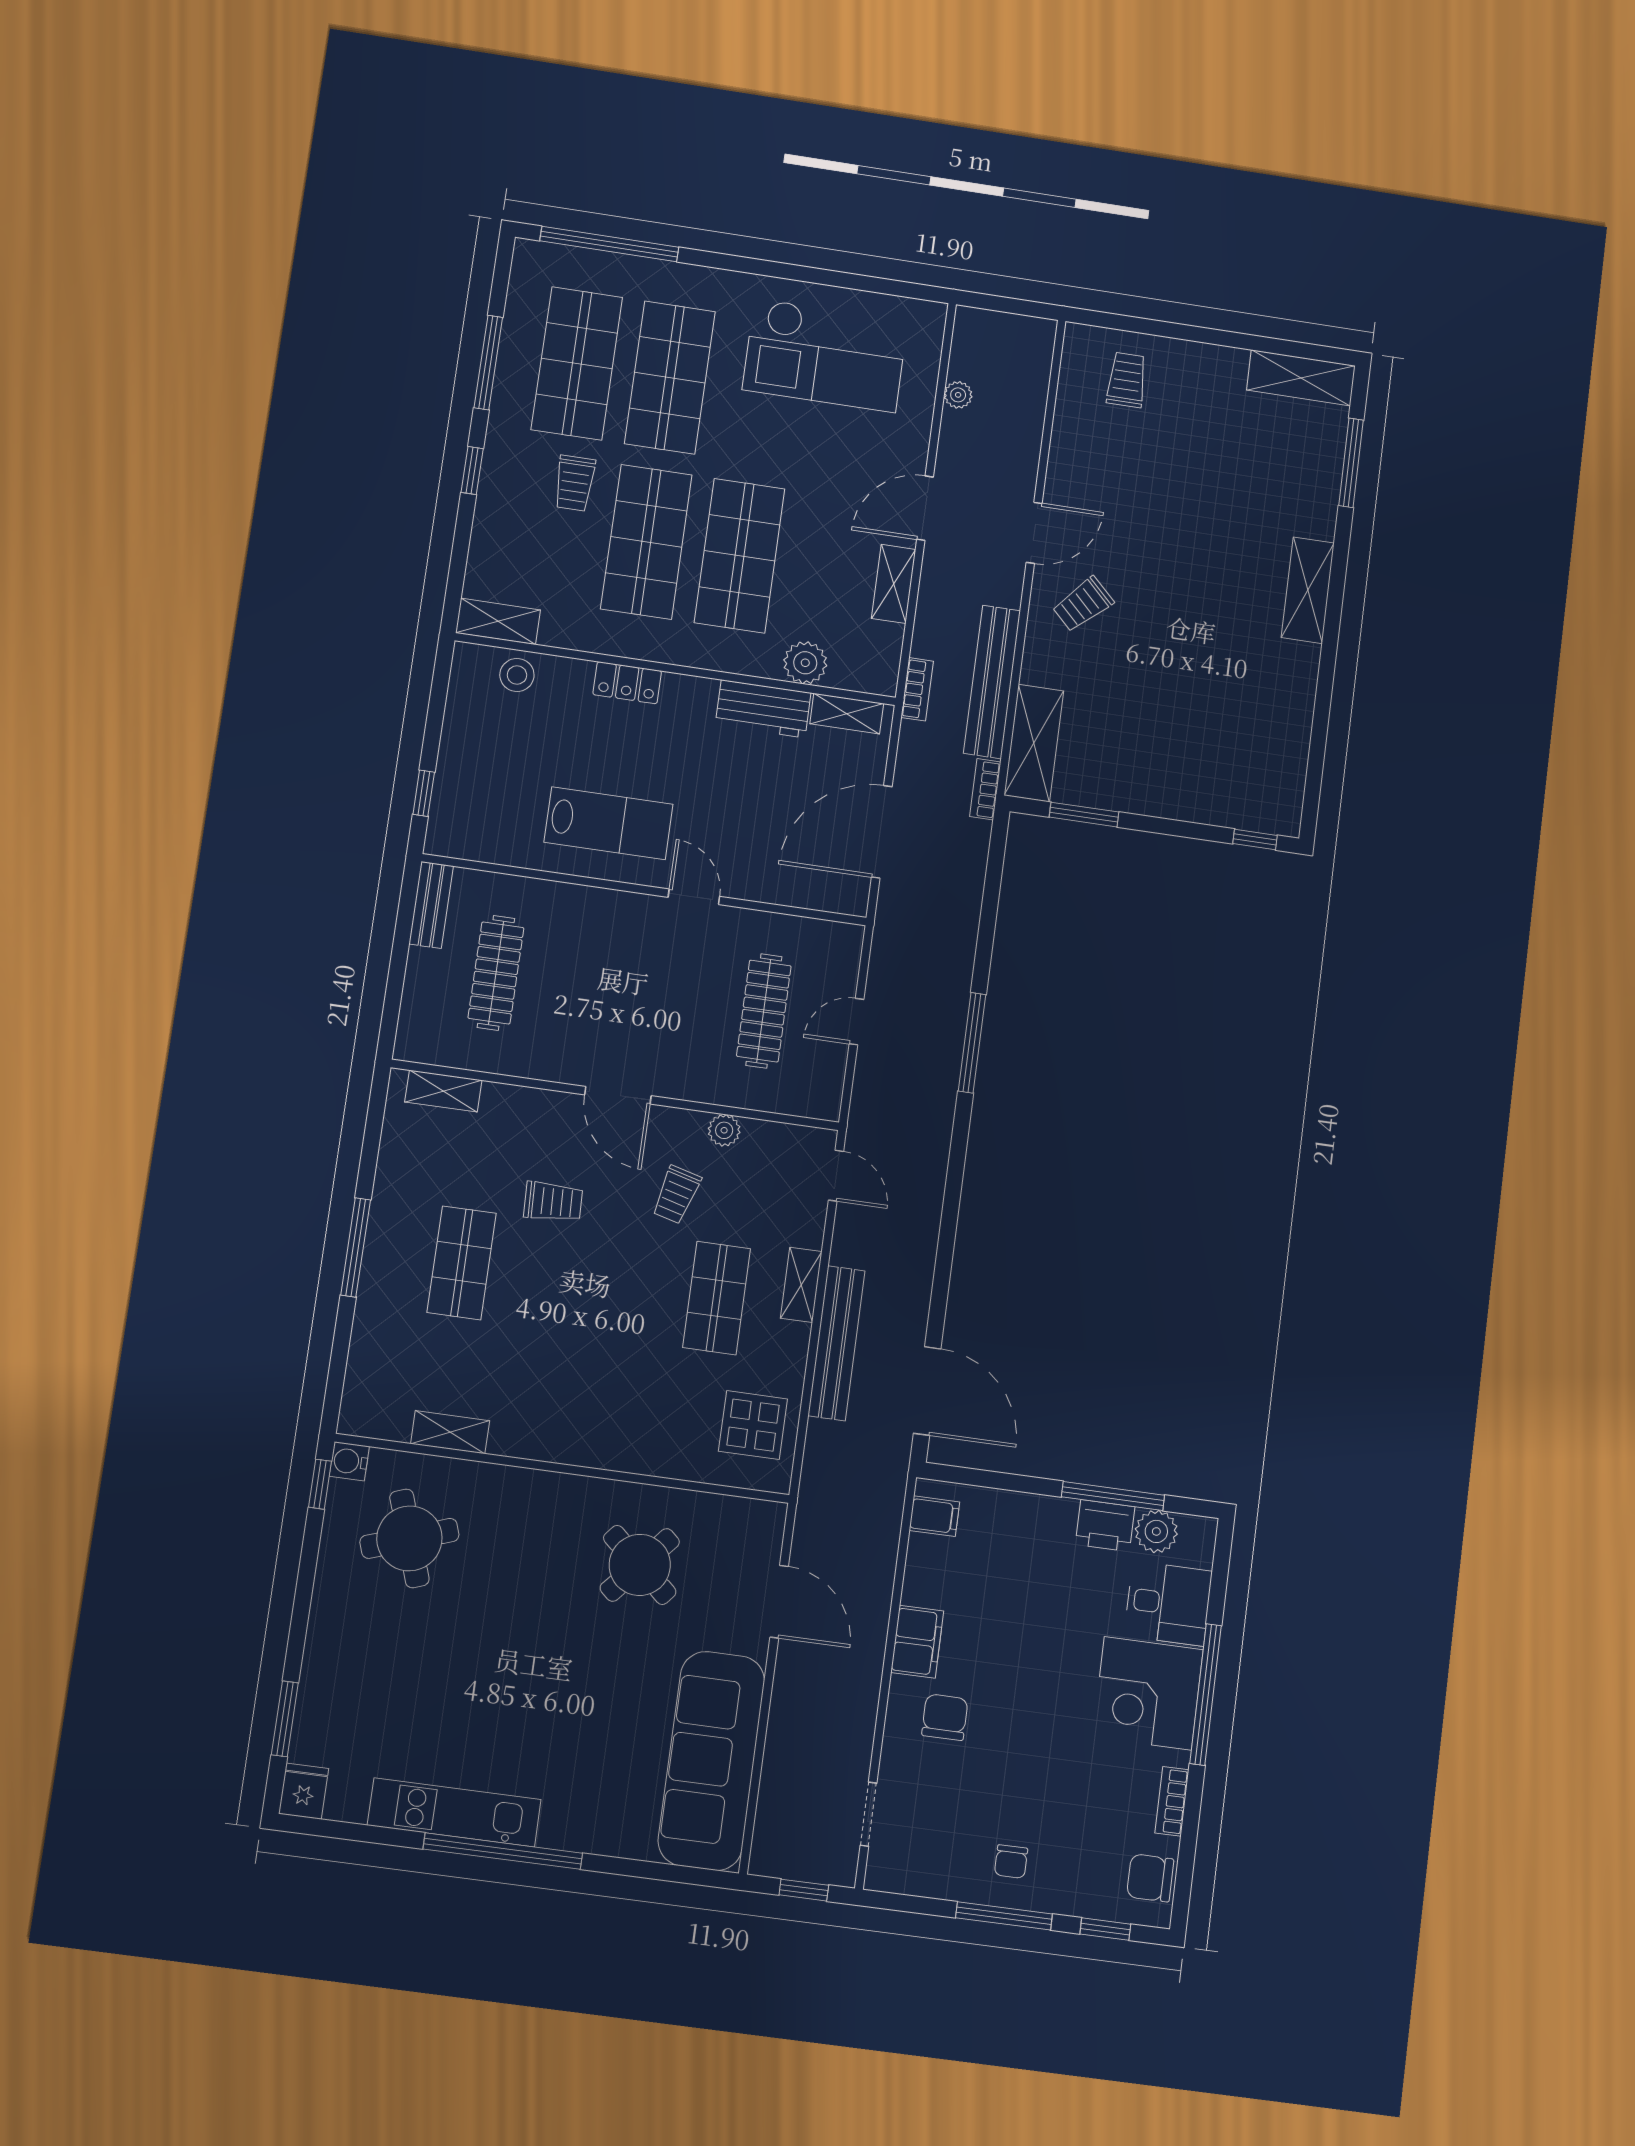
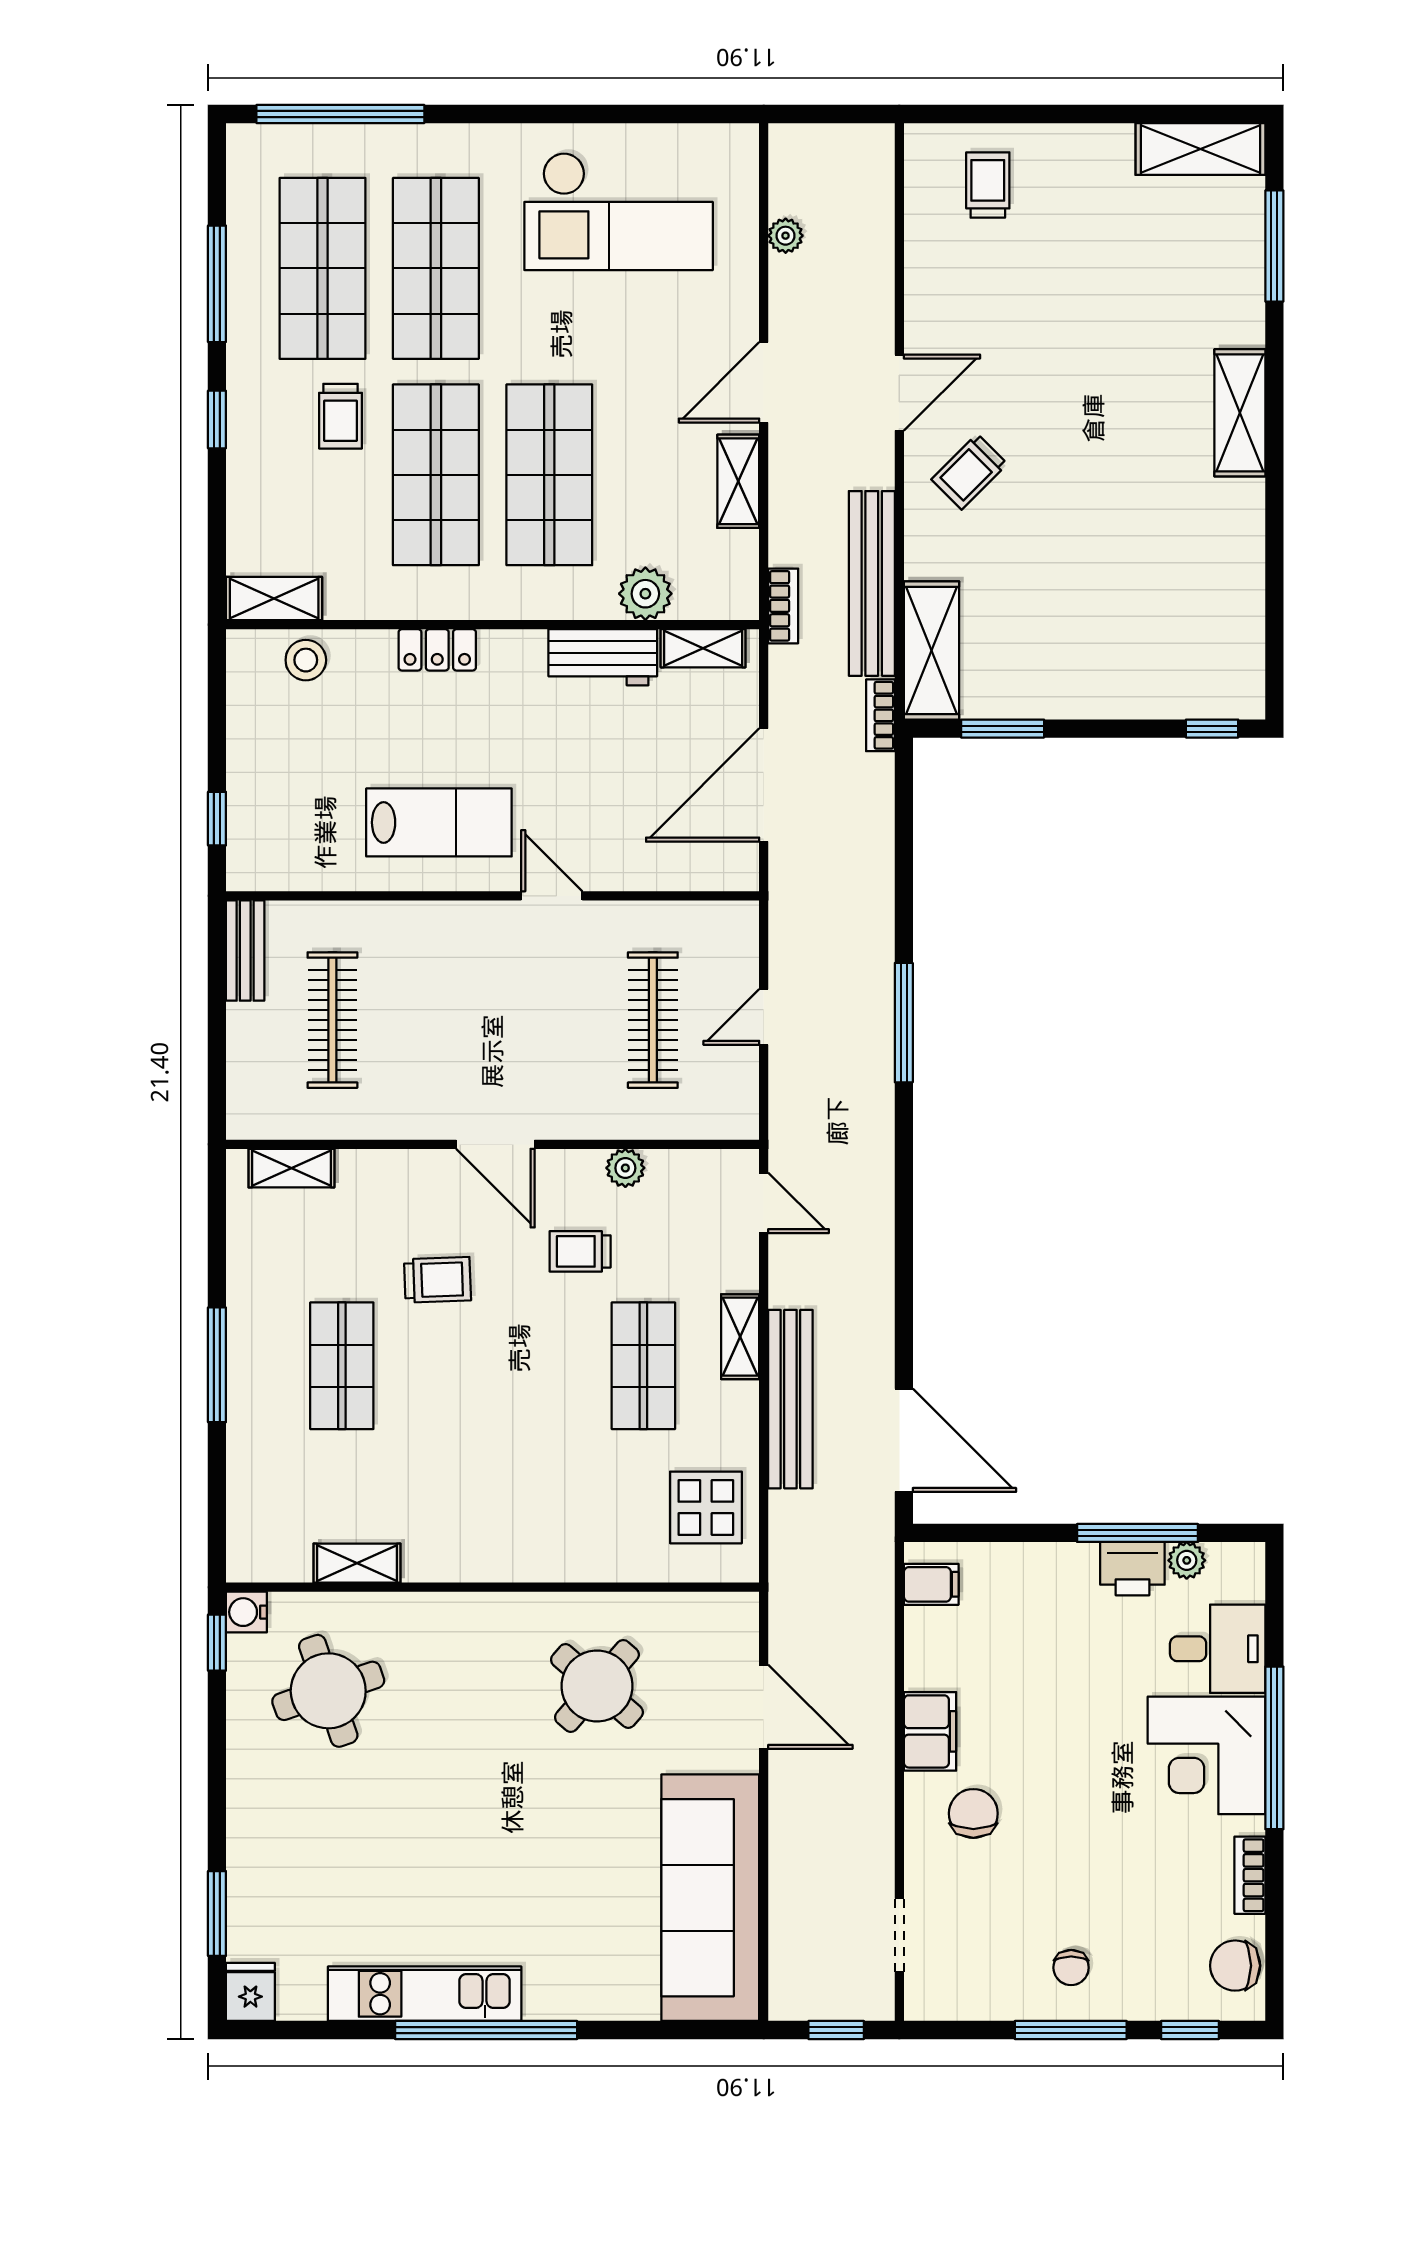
trolley: (676, 1195) -> (580, 1251), turned 75
plant: (1156, 1531) -> (1187, 1560), width x0.73, depth x0.73

